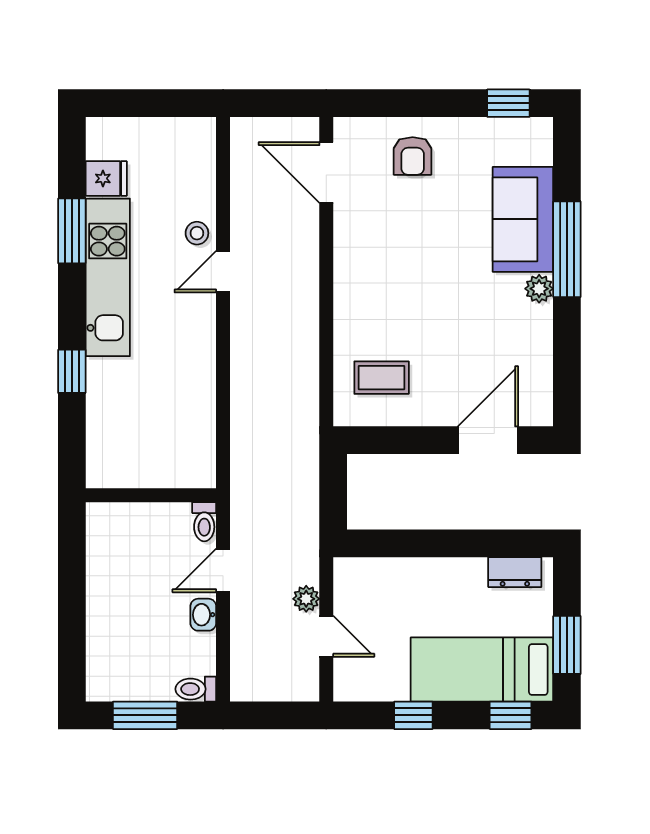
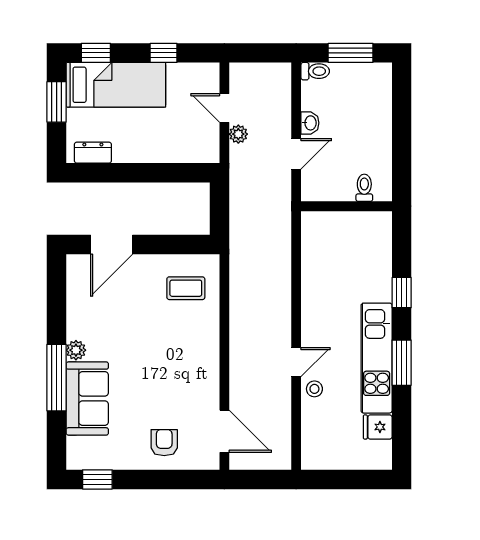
window: (72, 231) -> (402, 363), moved
toilet: (204, 522) -> (364, 188), moved

